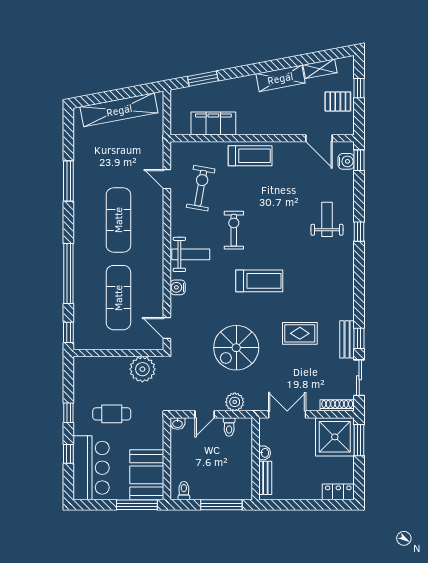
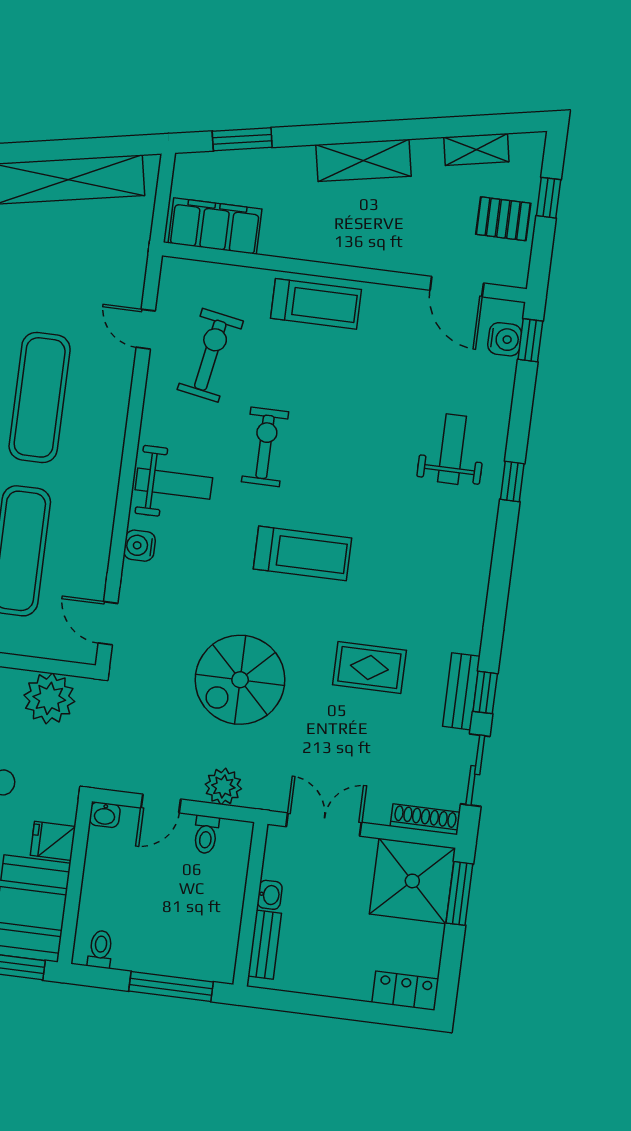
shelving: (280, 78) -> (364, 160), moved
filing cabinet: (213, 123) -> (215, 226), moved
fridge: (153, 440) -> (53, 841), added

